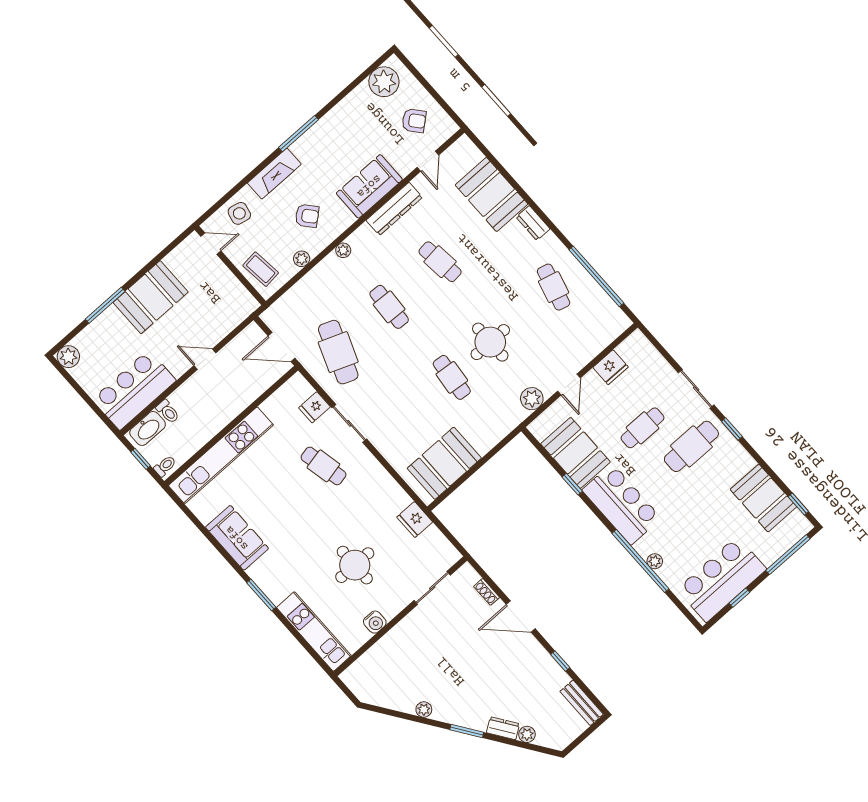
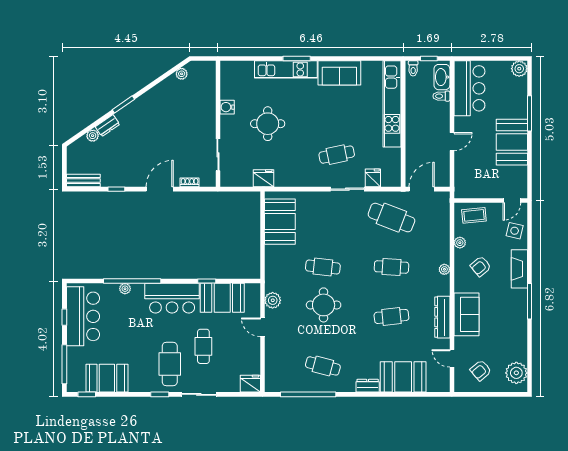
fridge: (611, 367) -> (250, 384), moved, turned 90
kitchen unit: (314, 631) -> (286, 69), moved
plant: (424, 709) -> (182, 74), moved

